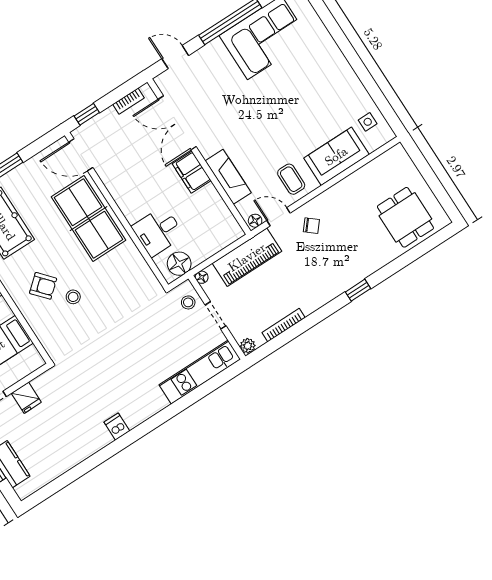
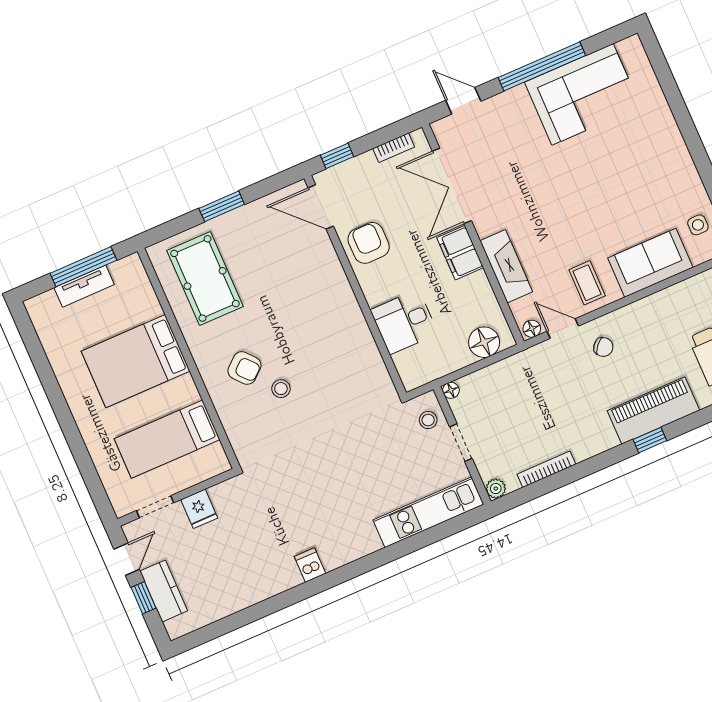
armchair: (121, 176) -> (369, 243), added
table tennis table: (89, 218) -> (317, 291), removed
piano: (247, 257) -> (653, 410), moved, turned 180
floor lamp: (179, 264) -> (484, 342), moved

